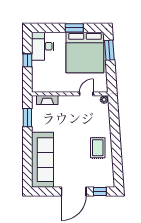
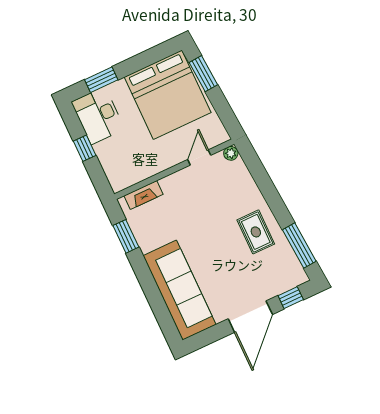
window: (74, 28) -> (101, 80), moved
window: (118, 166) -> (299, 245), added

